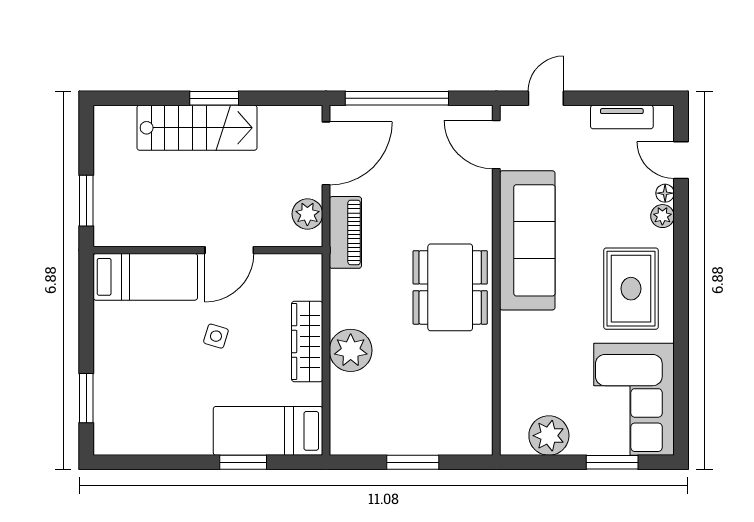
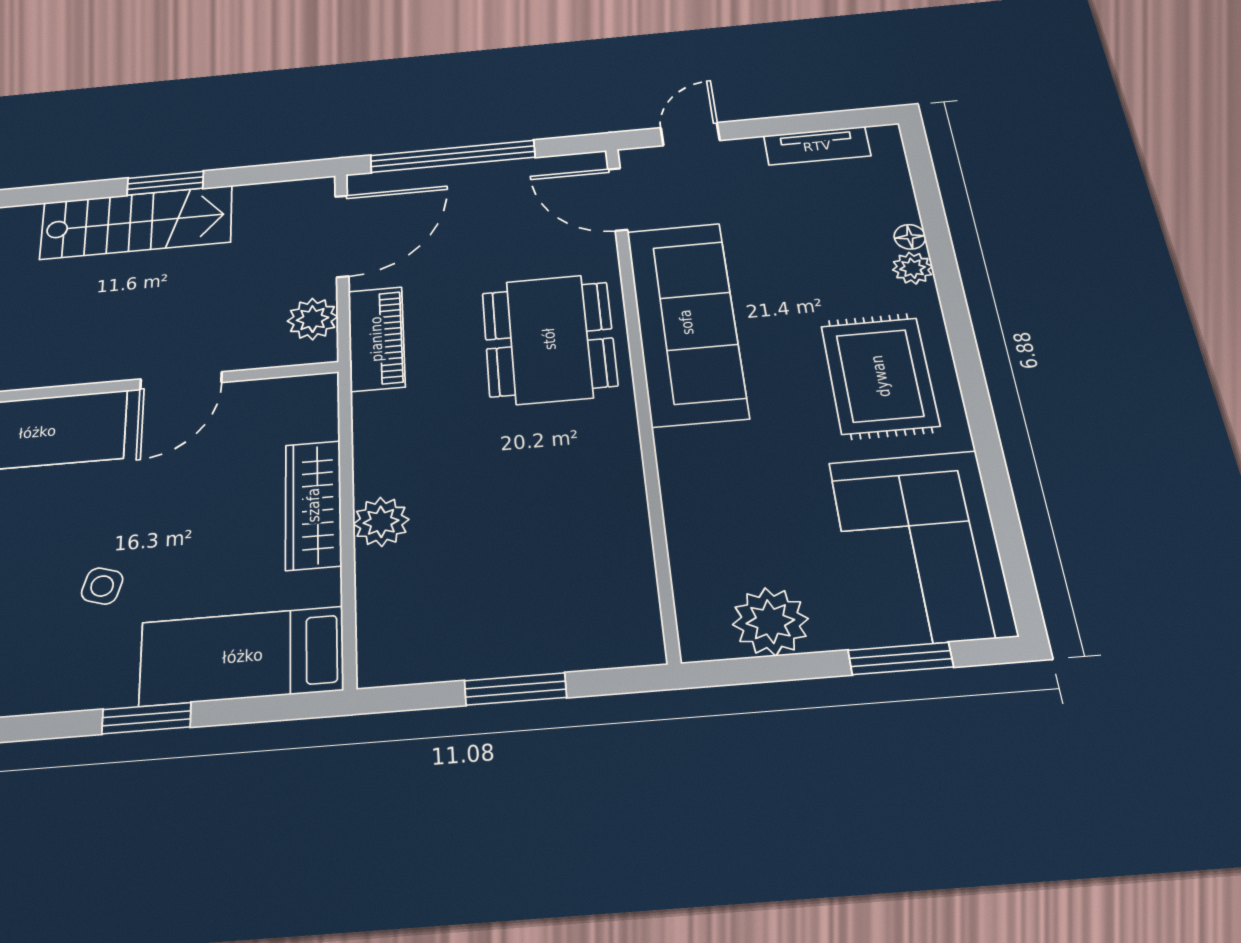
door: (681, 160) -> (927, 191), removed
dining table: (450, 287) -> (549, 339), moved
side table: (216, 336) -> (102, 586), moved
plant: (351, 350) -> (381, 522), width x0.73, depth x0.73
window: (243, 462) -> (146, 718), moved

